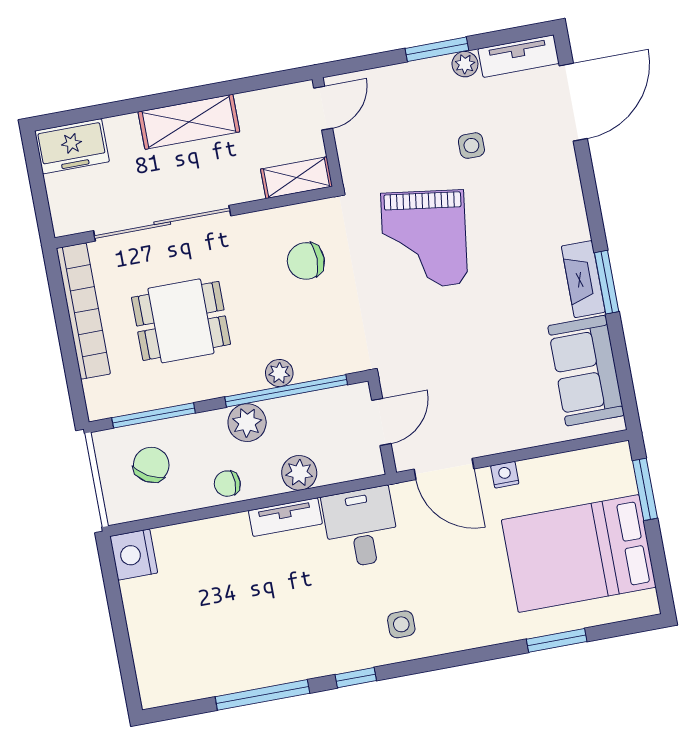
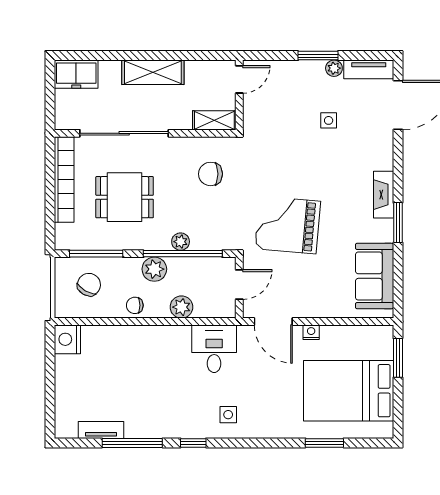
grand piano: (424, 239) -> (288, 225), moved, turned 87
fireplace: (583, 279) -> (384, 195), moved
tv unit: (285, 517) -> (101, 430), moved, turned 180

